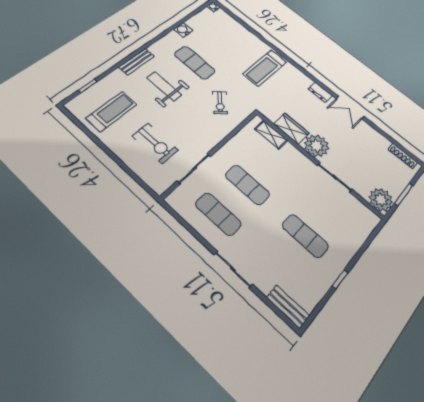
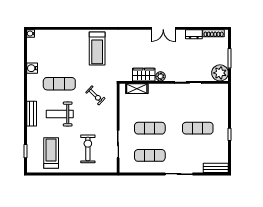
dresser: (320, 92) -> (194, 34), moved
exercise bike: (155, 143) -> (88, 149), turned -90
plant: (317, 146) -> (161, 76), width x0.53, depth x0.53

